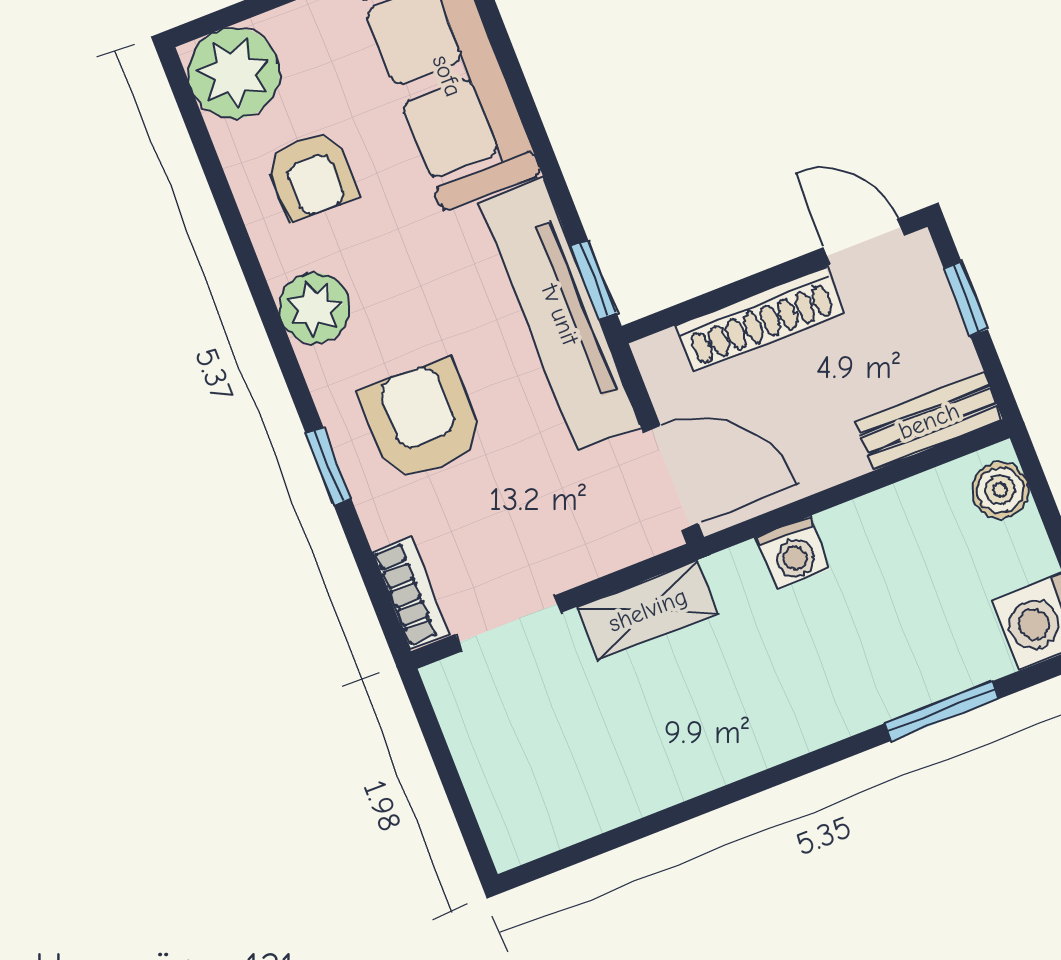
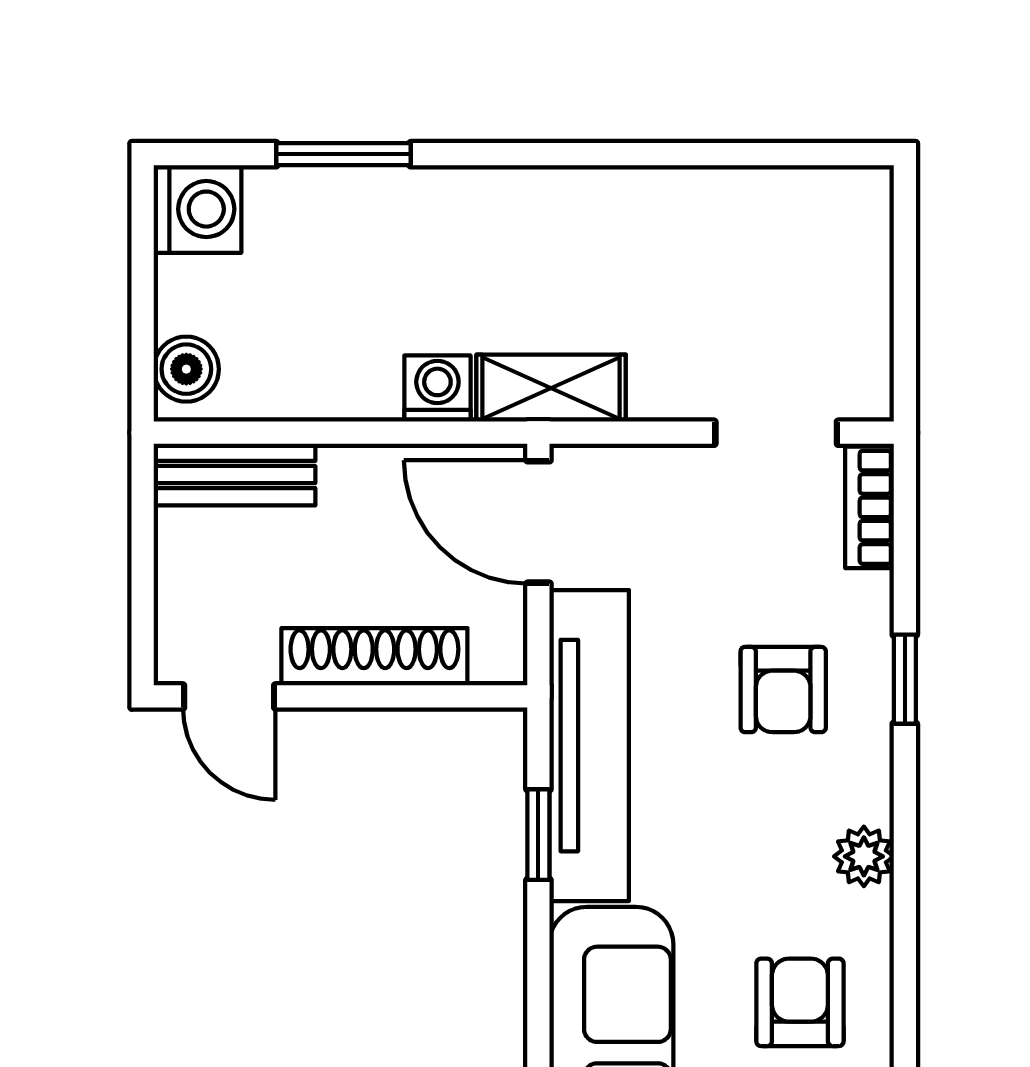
window: (593, 280) -> (538, 835), moved
window: (966, 299) -> (143, 591), removed
plant: (315, 308) -> (864, 856), width x0.73, depth x0.73
armchair: (423, 420) -> (783, 690), width x0.72, depth x0.72
shelving: (648, 610) -> (551, 388), moved

